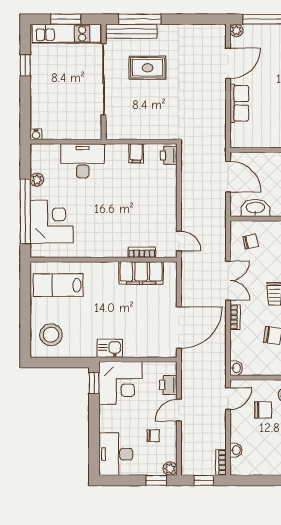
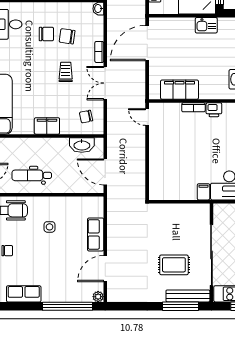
filing cabinet: (136, 153) -> (203, 192), moved
printer: (169, 155) -> (214, 110), moved, turned 90
bookcase: (142, 252) -> (193, 107), moved

